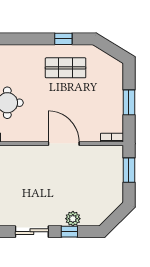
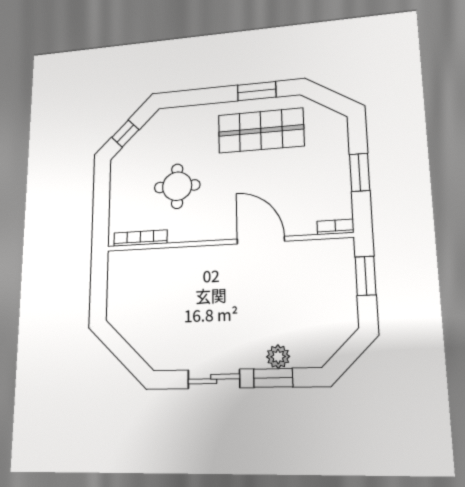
window: (63, 39) -> (257, 91), width x1.50
shop shelf: (66, 68) -> (261, 131), width x1.43, depth x1.36
window: (69, 232) -> (273, 378), width x1.50

